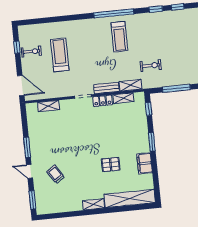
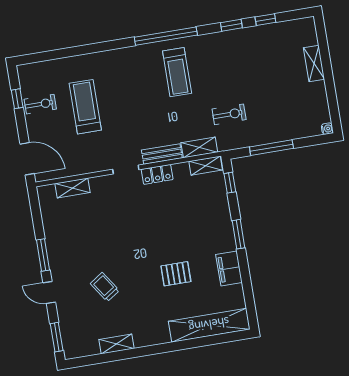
shelving: (123, 98) -> (206, 166), moved
trolley: (56, 174) -> (105, 287), moved
shelving: (93, 204) -> (117, 344), moved

